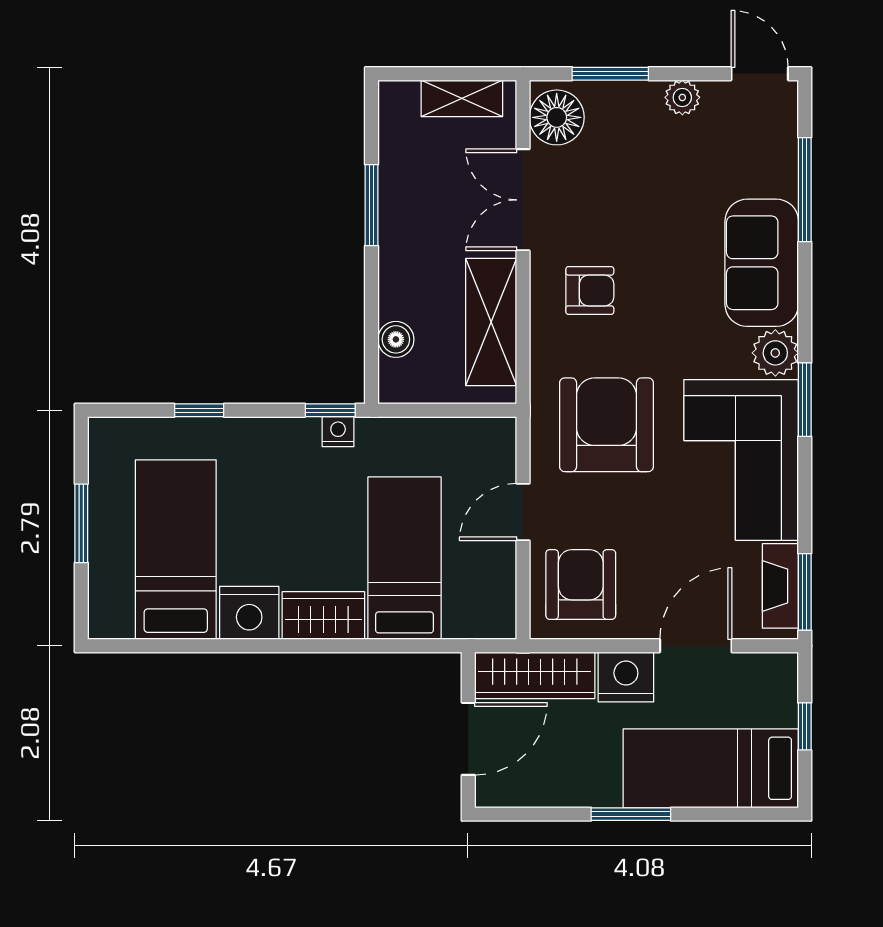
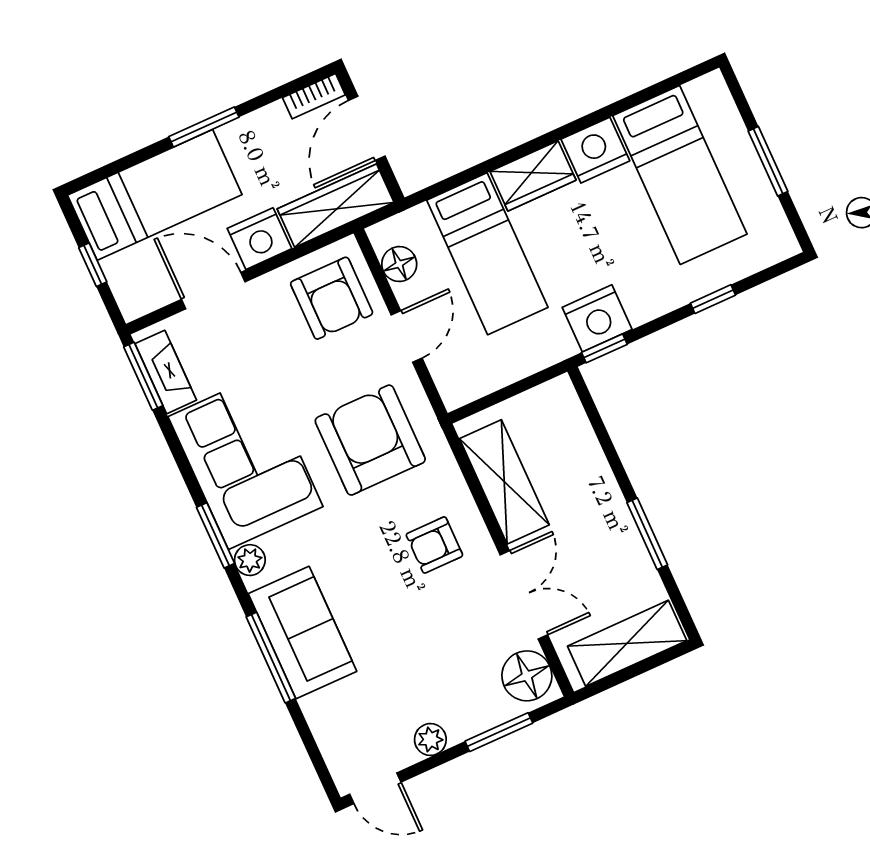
shelving: (462, 98) -> (627, 643), width x1.50, depth x1.33
window: (805, 190) -> (271, 658), moved
boiler: (396, 339) -> (577, 432), removed
plant: (775, 353) -> (250, 560), width x0.73, depth x0.73
armchair: (606, 425) -> (370, 440), turned 180
nightstand: (338, 432) -> (597, 318), width x1.89, depth x1.79
floor lamp: (497, 588) -> (399, 264), added
door: (696, 646) -> (213, 291), swing flipped
bookcase: (507, 795) -> (314, 96), added

